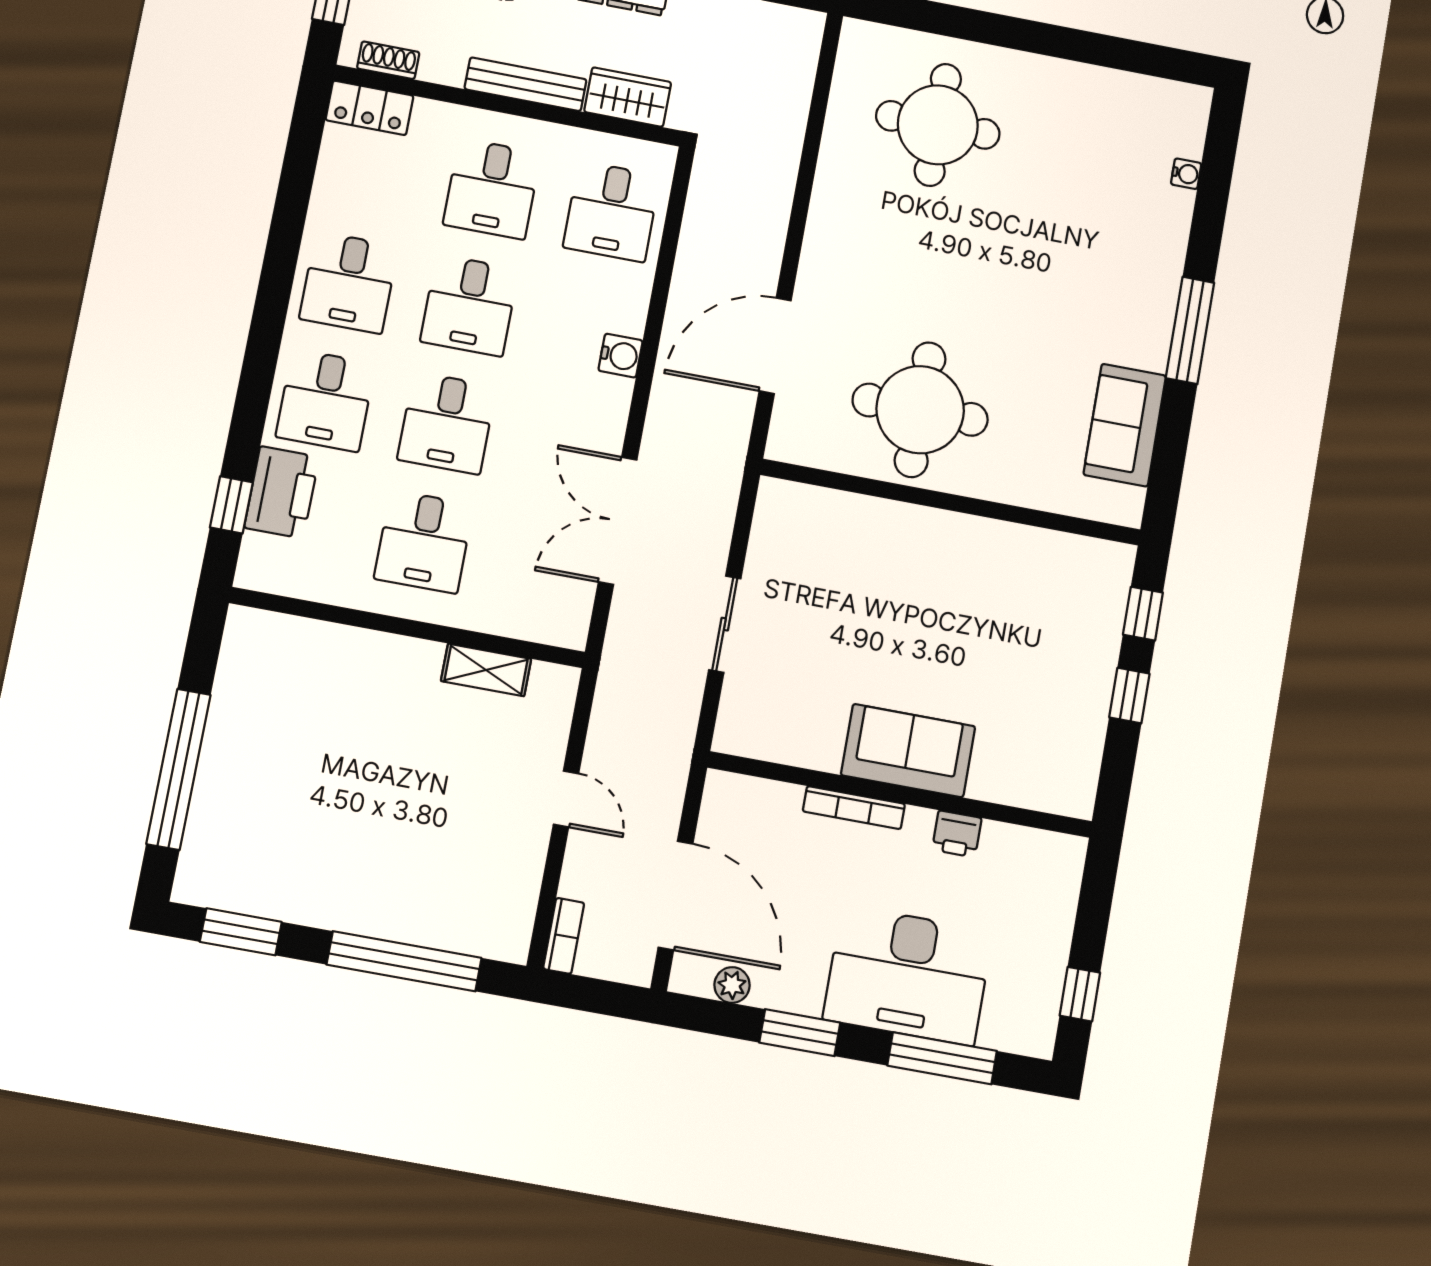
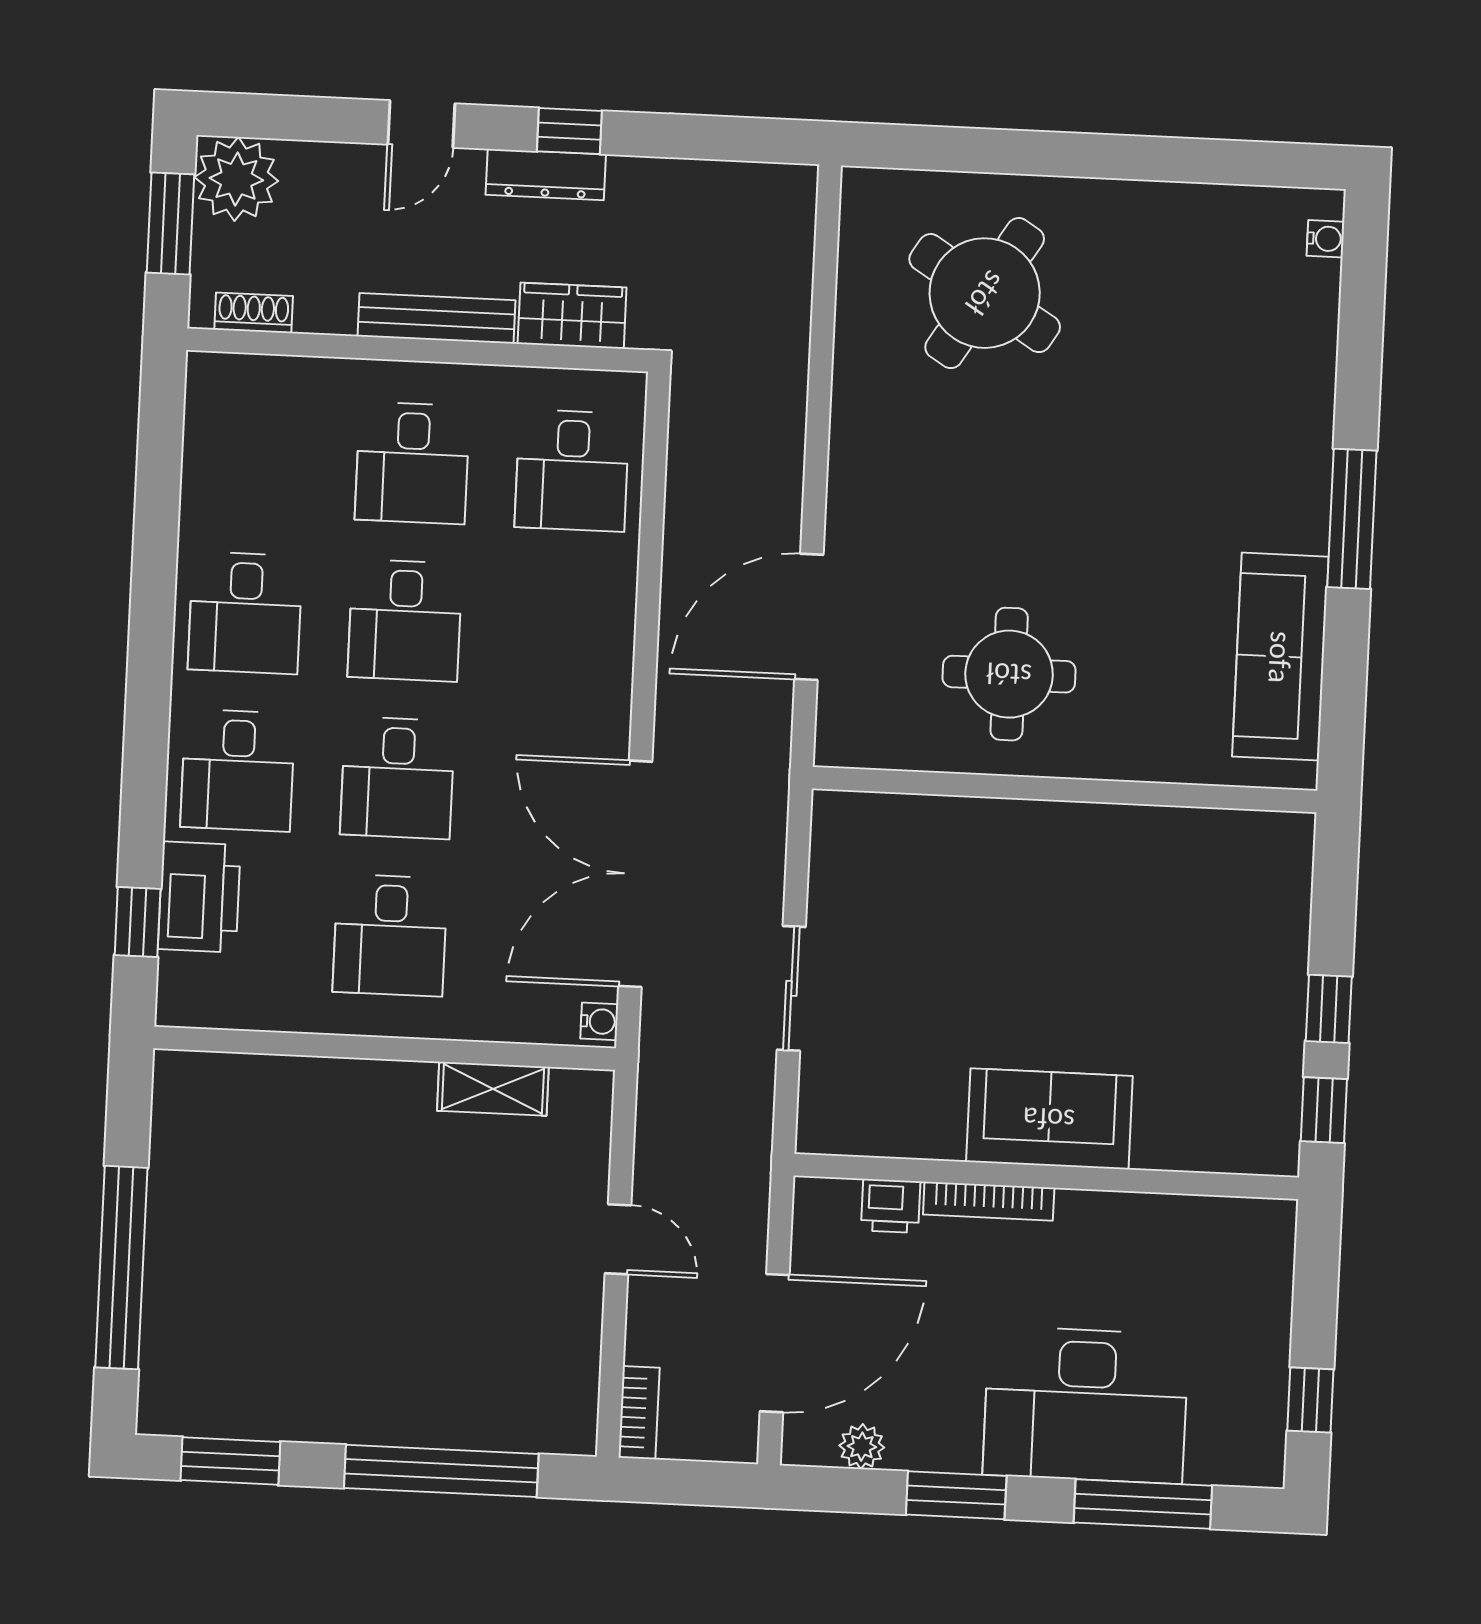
locker: (369, 108) -> (238, 379), removed
round table: (938, 125) -> (985, 293), turned 32
water cooler: (1186, 174) -> (1325, 239), moved
water cooler: (621, 356) -> (599, 1021), moved, width x0.72, depth x0.72
round table: (920, 410) -> (1009, 674), width x0.73, depth x0.73
sofa: (1125, 425) -> (1280, 657), width x1.36
double door: (618, 521) -> (635, 874), width x1.36
window: (1143, 614) -> (1324, 1110), moved
printer: (957, 834) -> (891, 1206), moved
door: (676, 896) -> (775, 1343), hinge flipped

